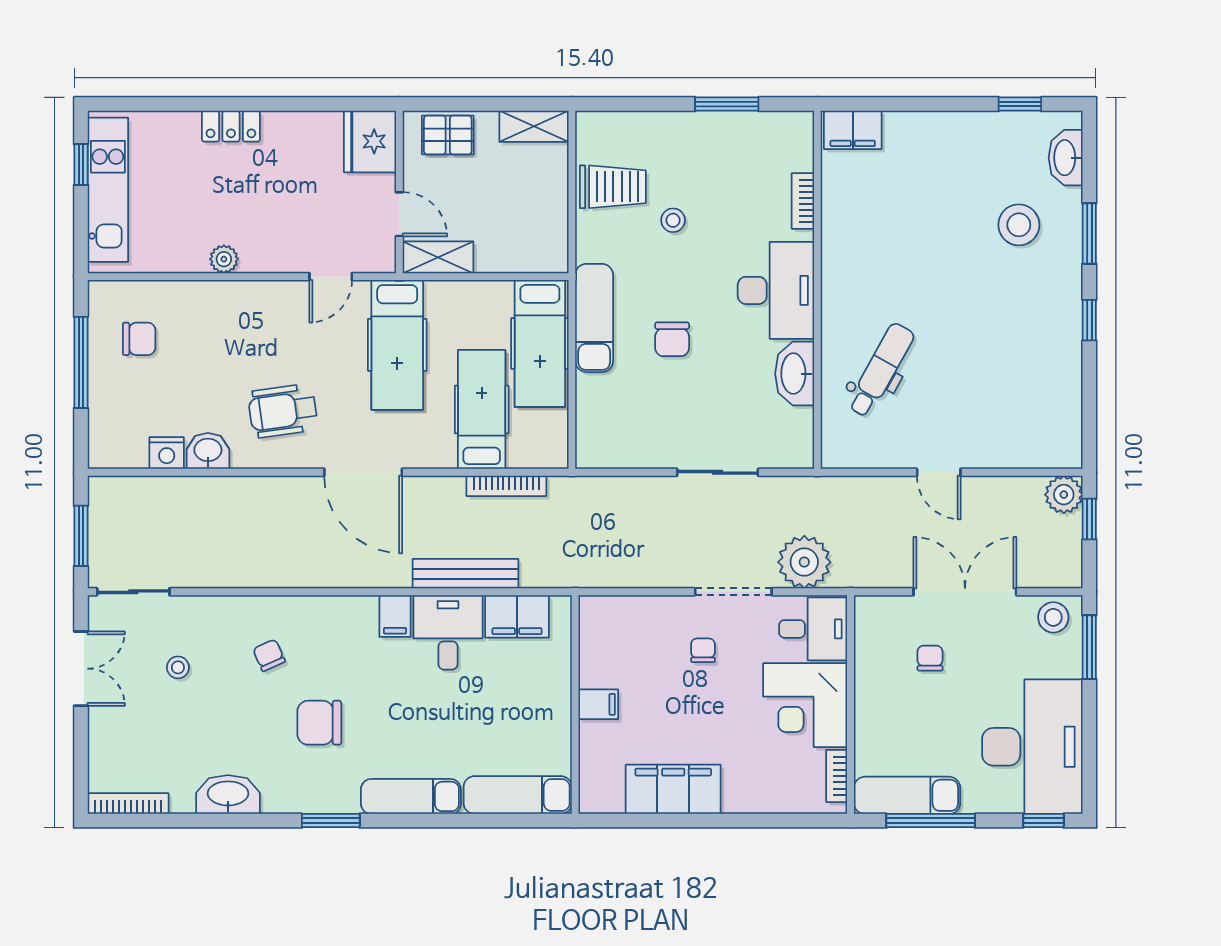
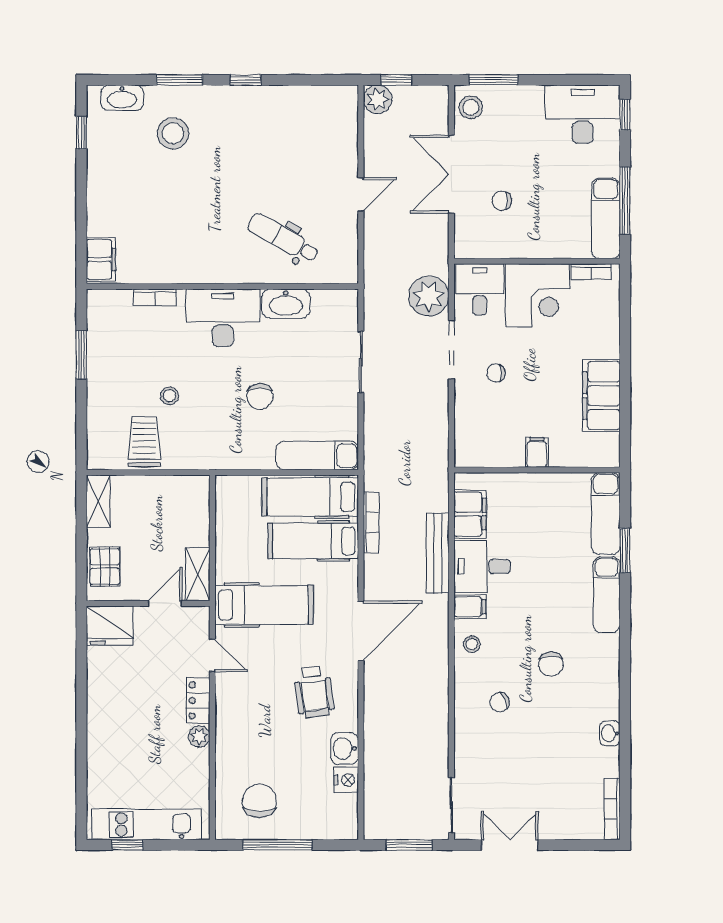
locker: (231, 126) -> (198, 700), moved, turned 180
exam couch: (594, 318) -> (317, 456), moved
chair: (139, 339) -> (260, 801), width x1.37, depth x1.37
chair: (672, 339) -> (260, 396), turned 90
hospital bed: (540, 343) -> (310, 497), moved, turned 180
stool: (178, 667) -> (472, 644), moved
chair: (319, 723) -> (551, 664), width x0.73, depth x0.73
desk: (1032, 747) -> (583, 114), width x0.73, depth x0.77
washbasin: (228, 795) -> (610, 733), width x0.52, depth x0.69
window: (331, 821) -> (625, 551), moved

